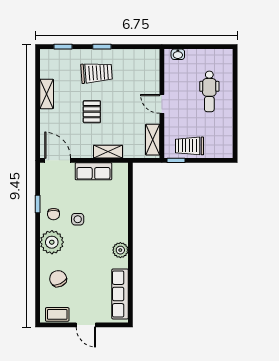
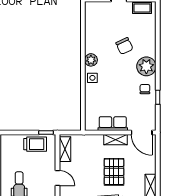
pallet: (92, 112) -> (114, 172), width x1.50, depth x1.42
shelving: (108, 152) -> (116, 140), moved
side table: (78, 219) -> (92, 78), moved
chair: (58, 279) -> (124, 46), moved
row of seats: (120, 294) -> (91, 24), removed

